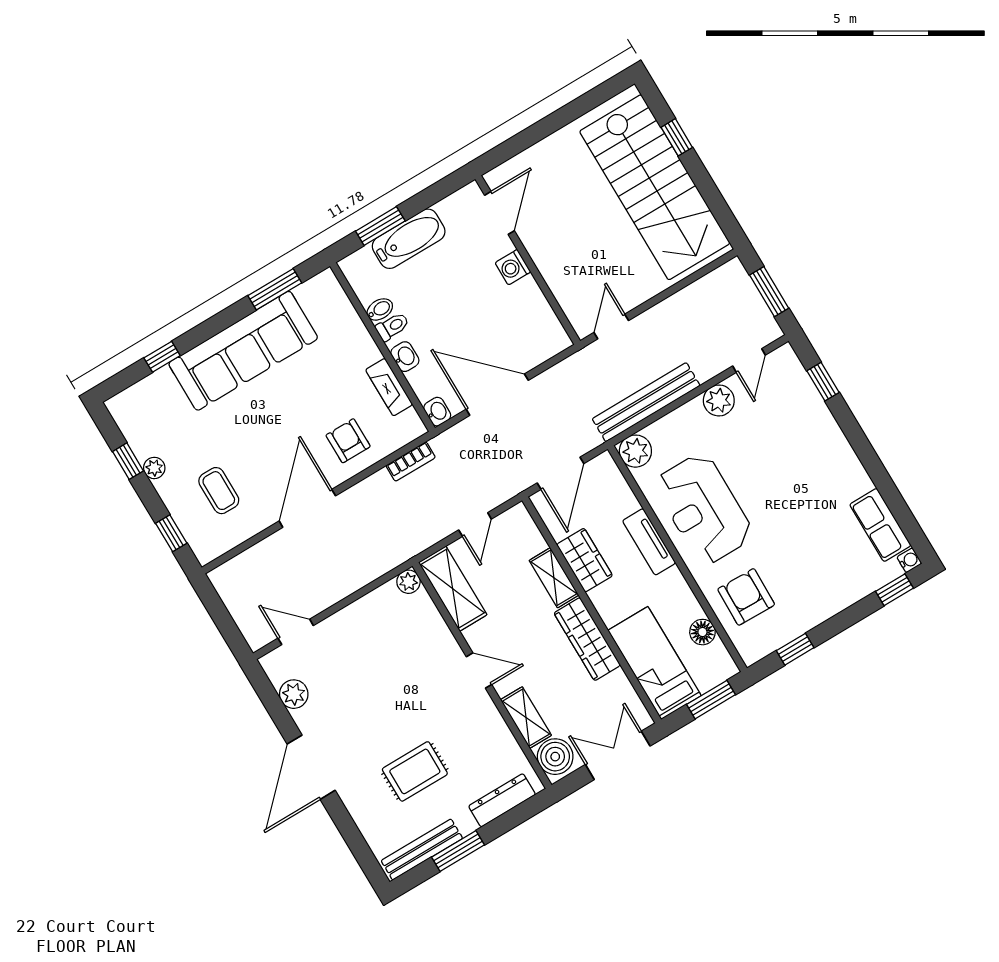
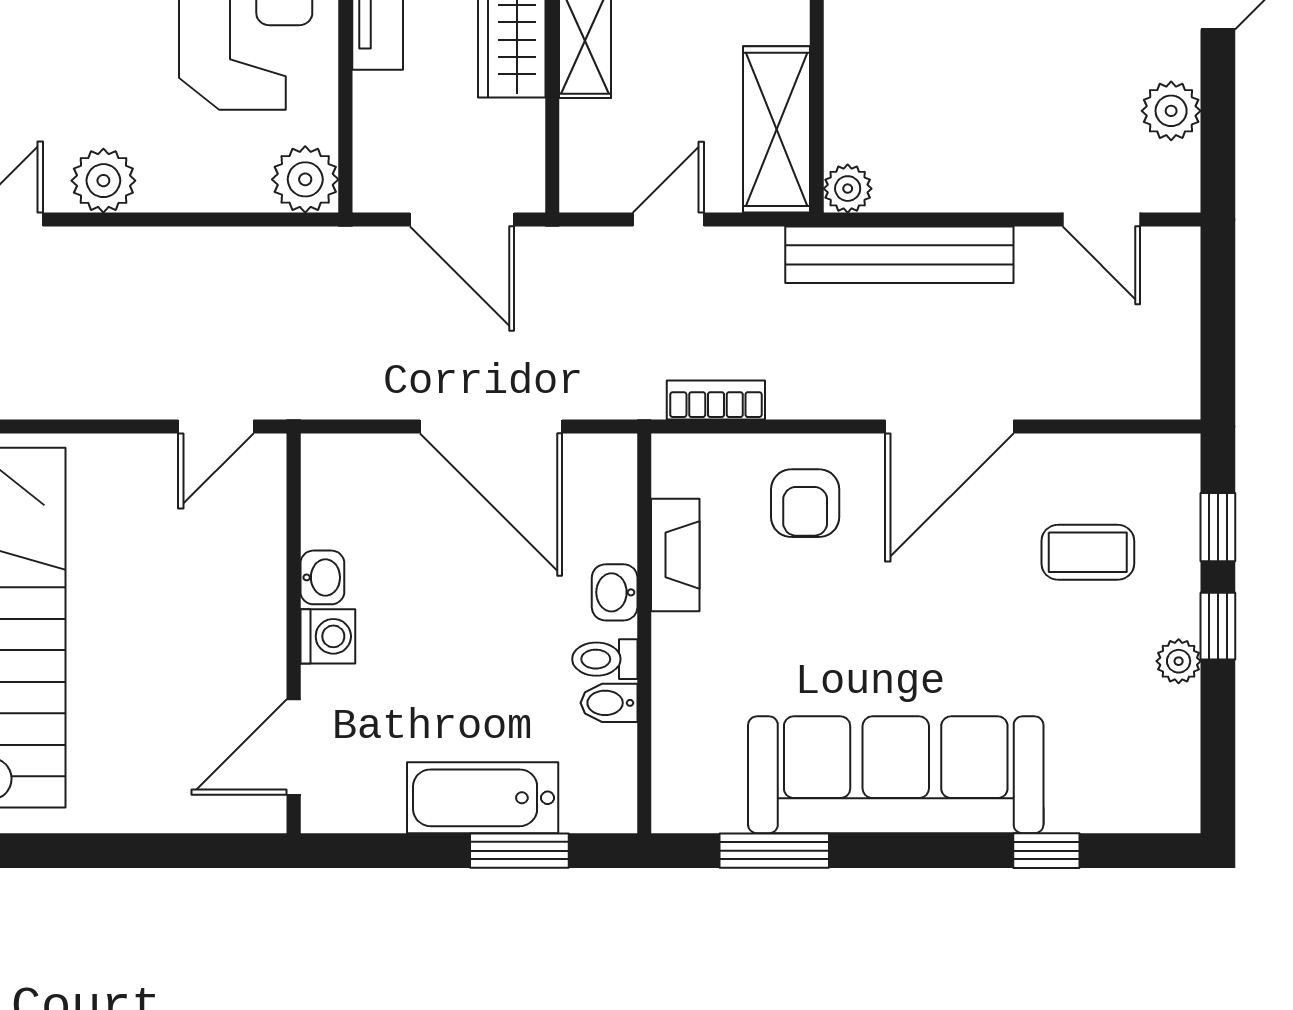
bench: (646, 402) -> (899, 255), moved
washbasin: (437, 412) -> (322, 577), moved, turned 180
window: (128, 461) -> (1218, 626), moved
door: (561, 473) -> (462, 220), swing flipped
coffee table: (219, 491) -> (1088, 552), turned 90

